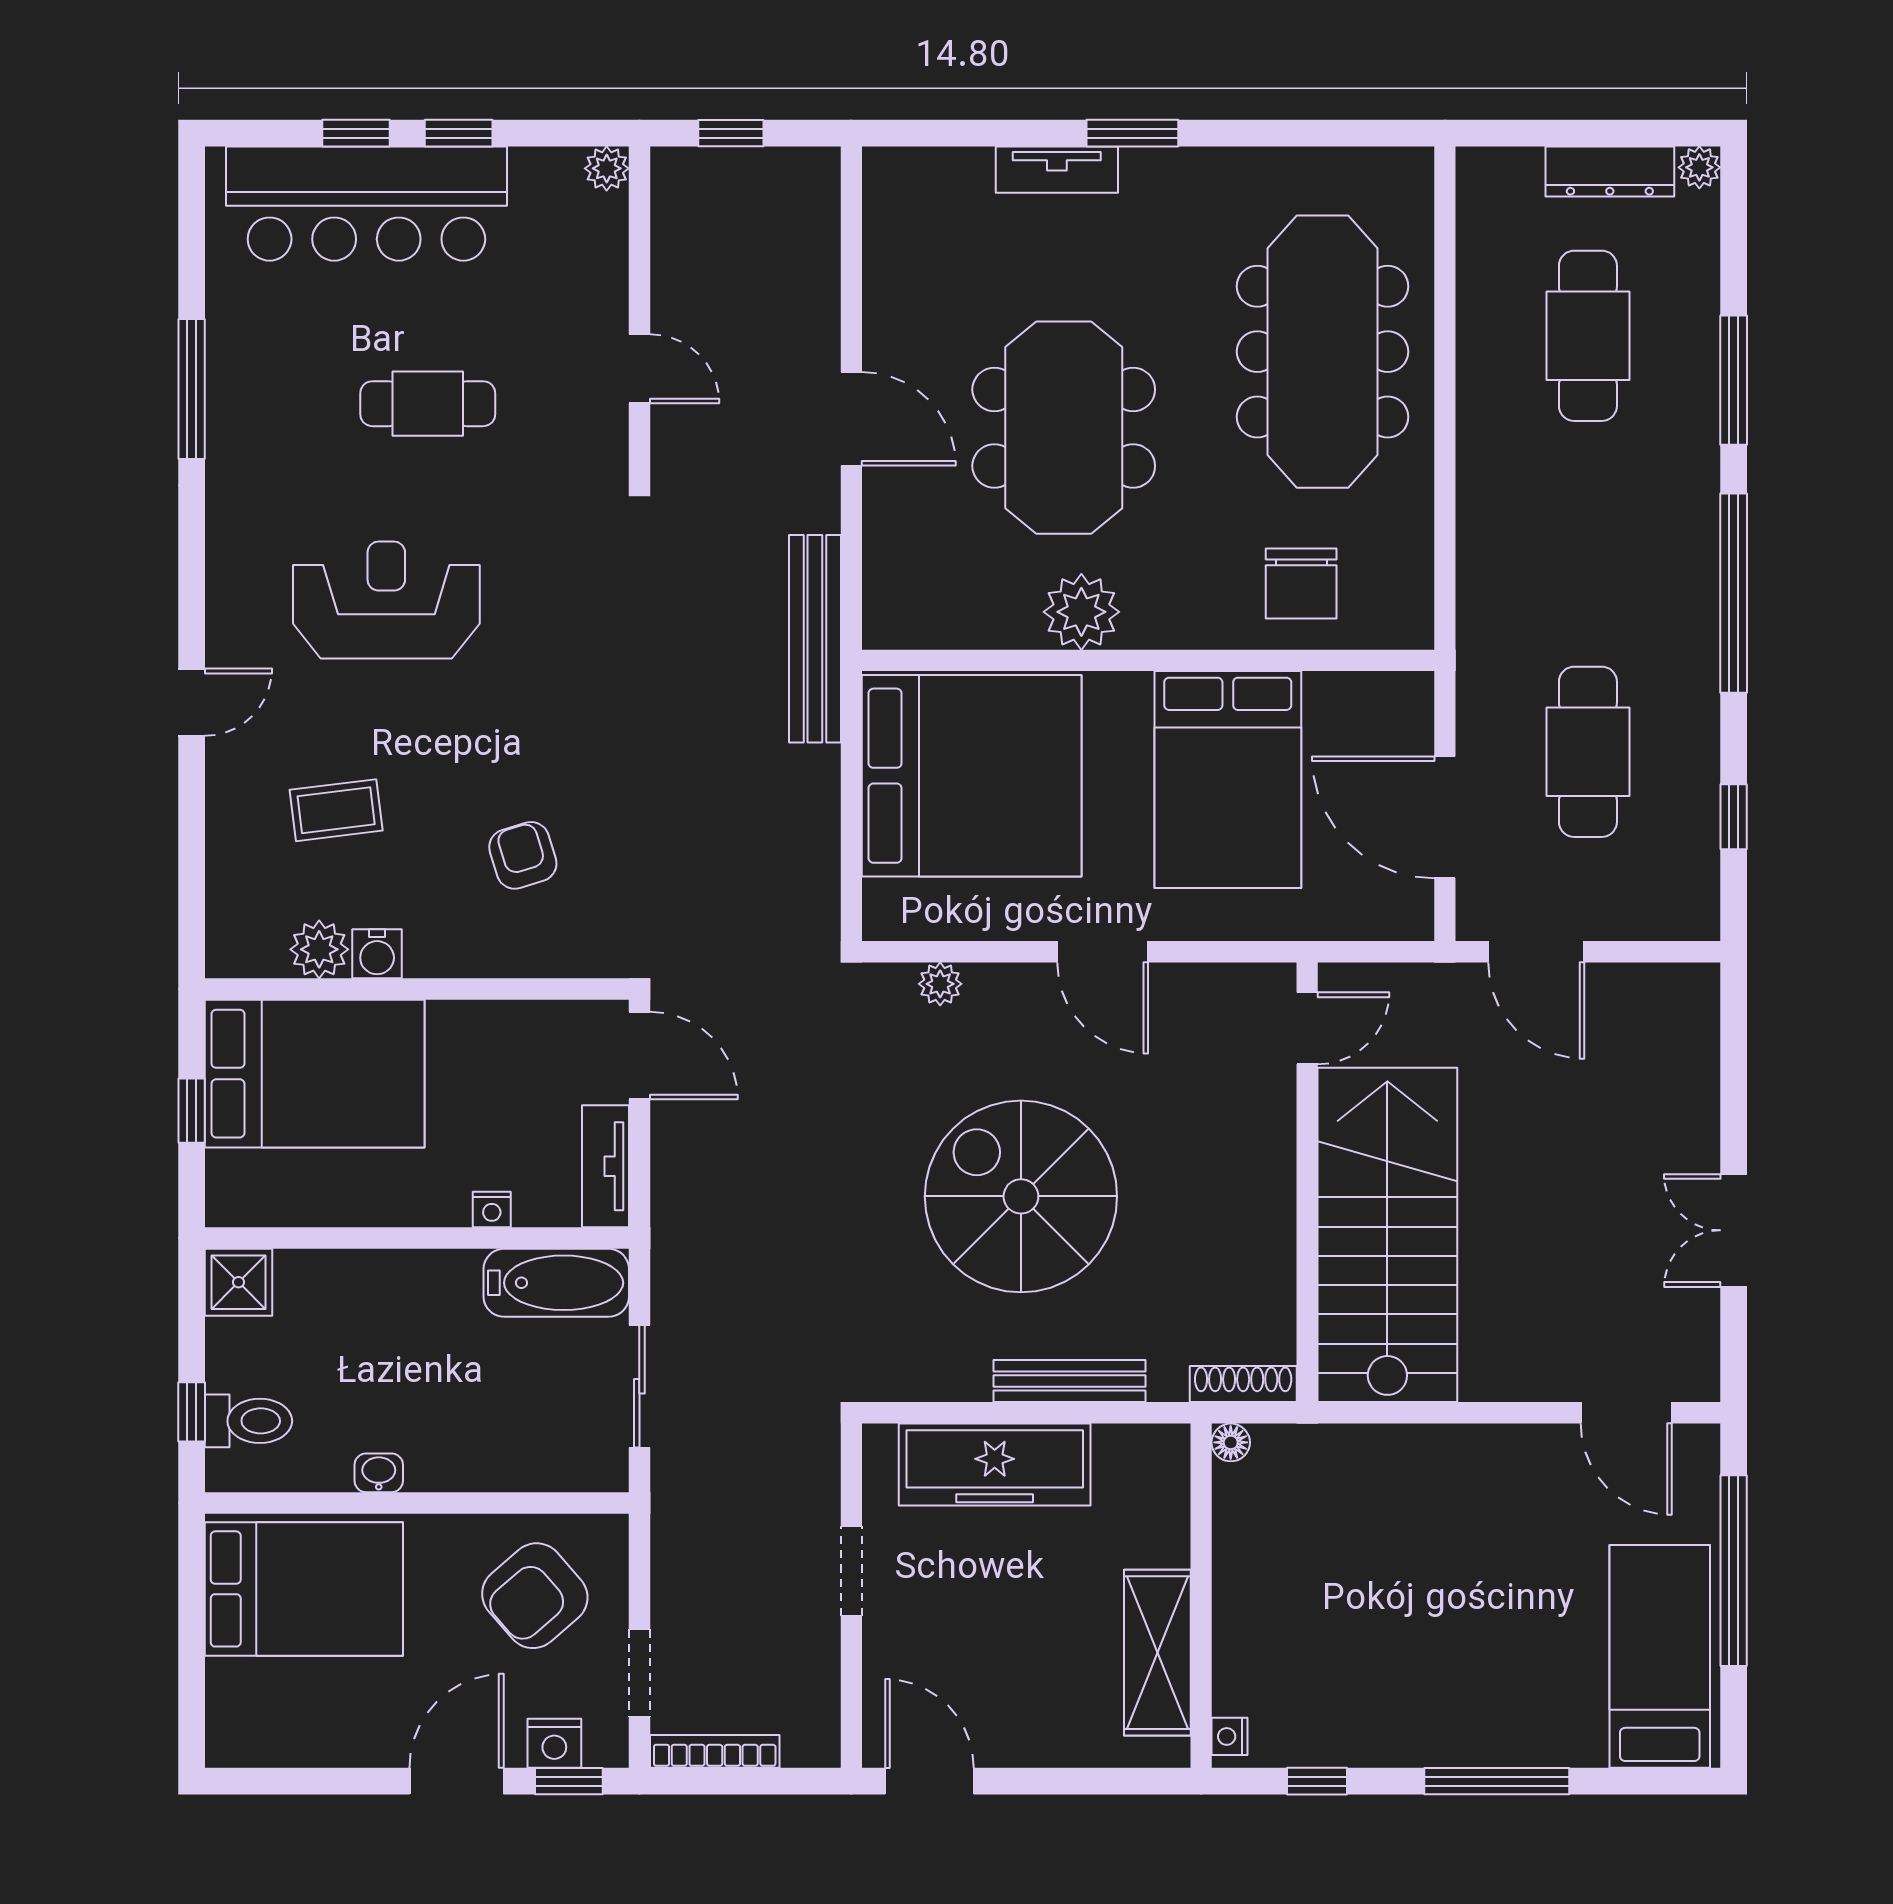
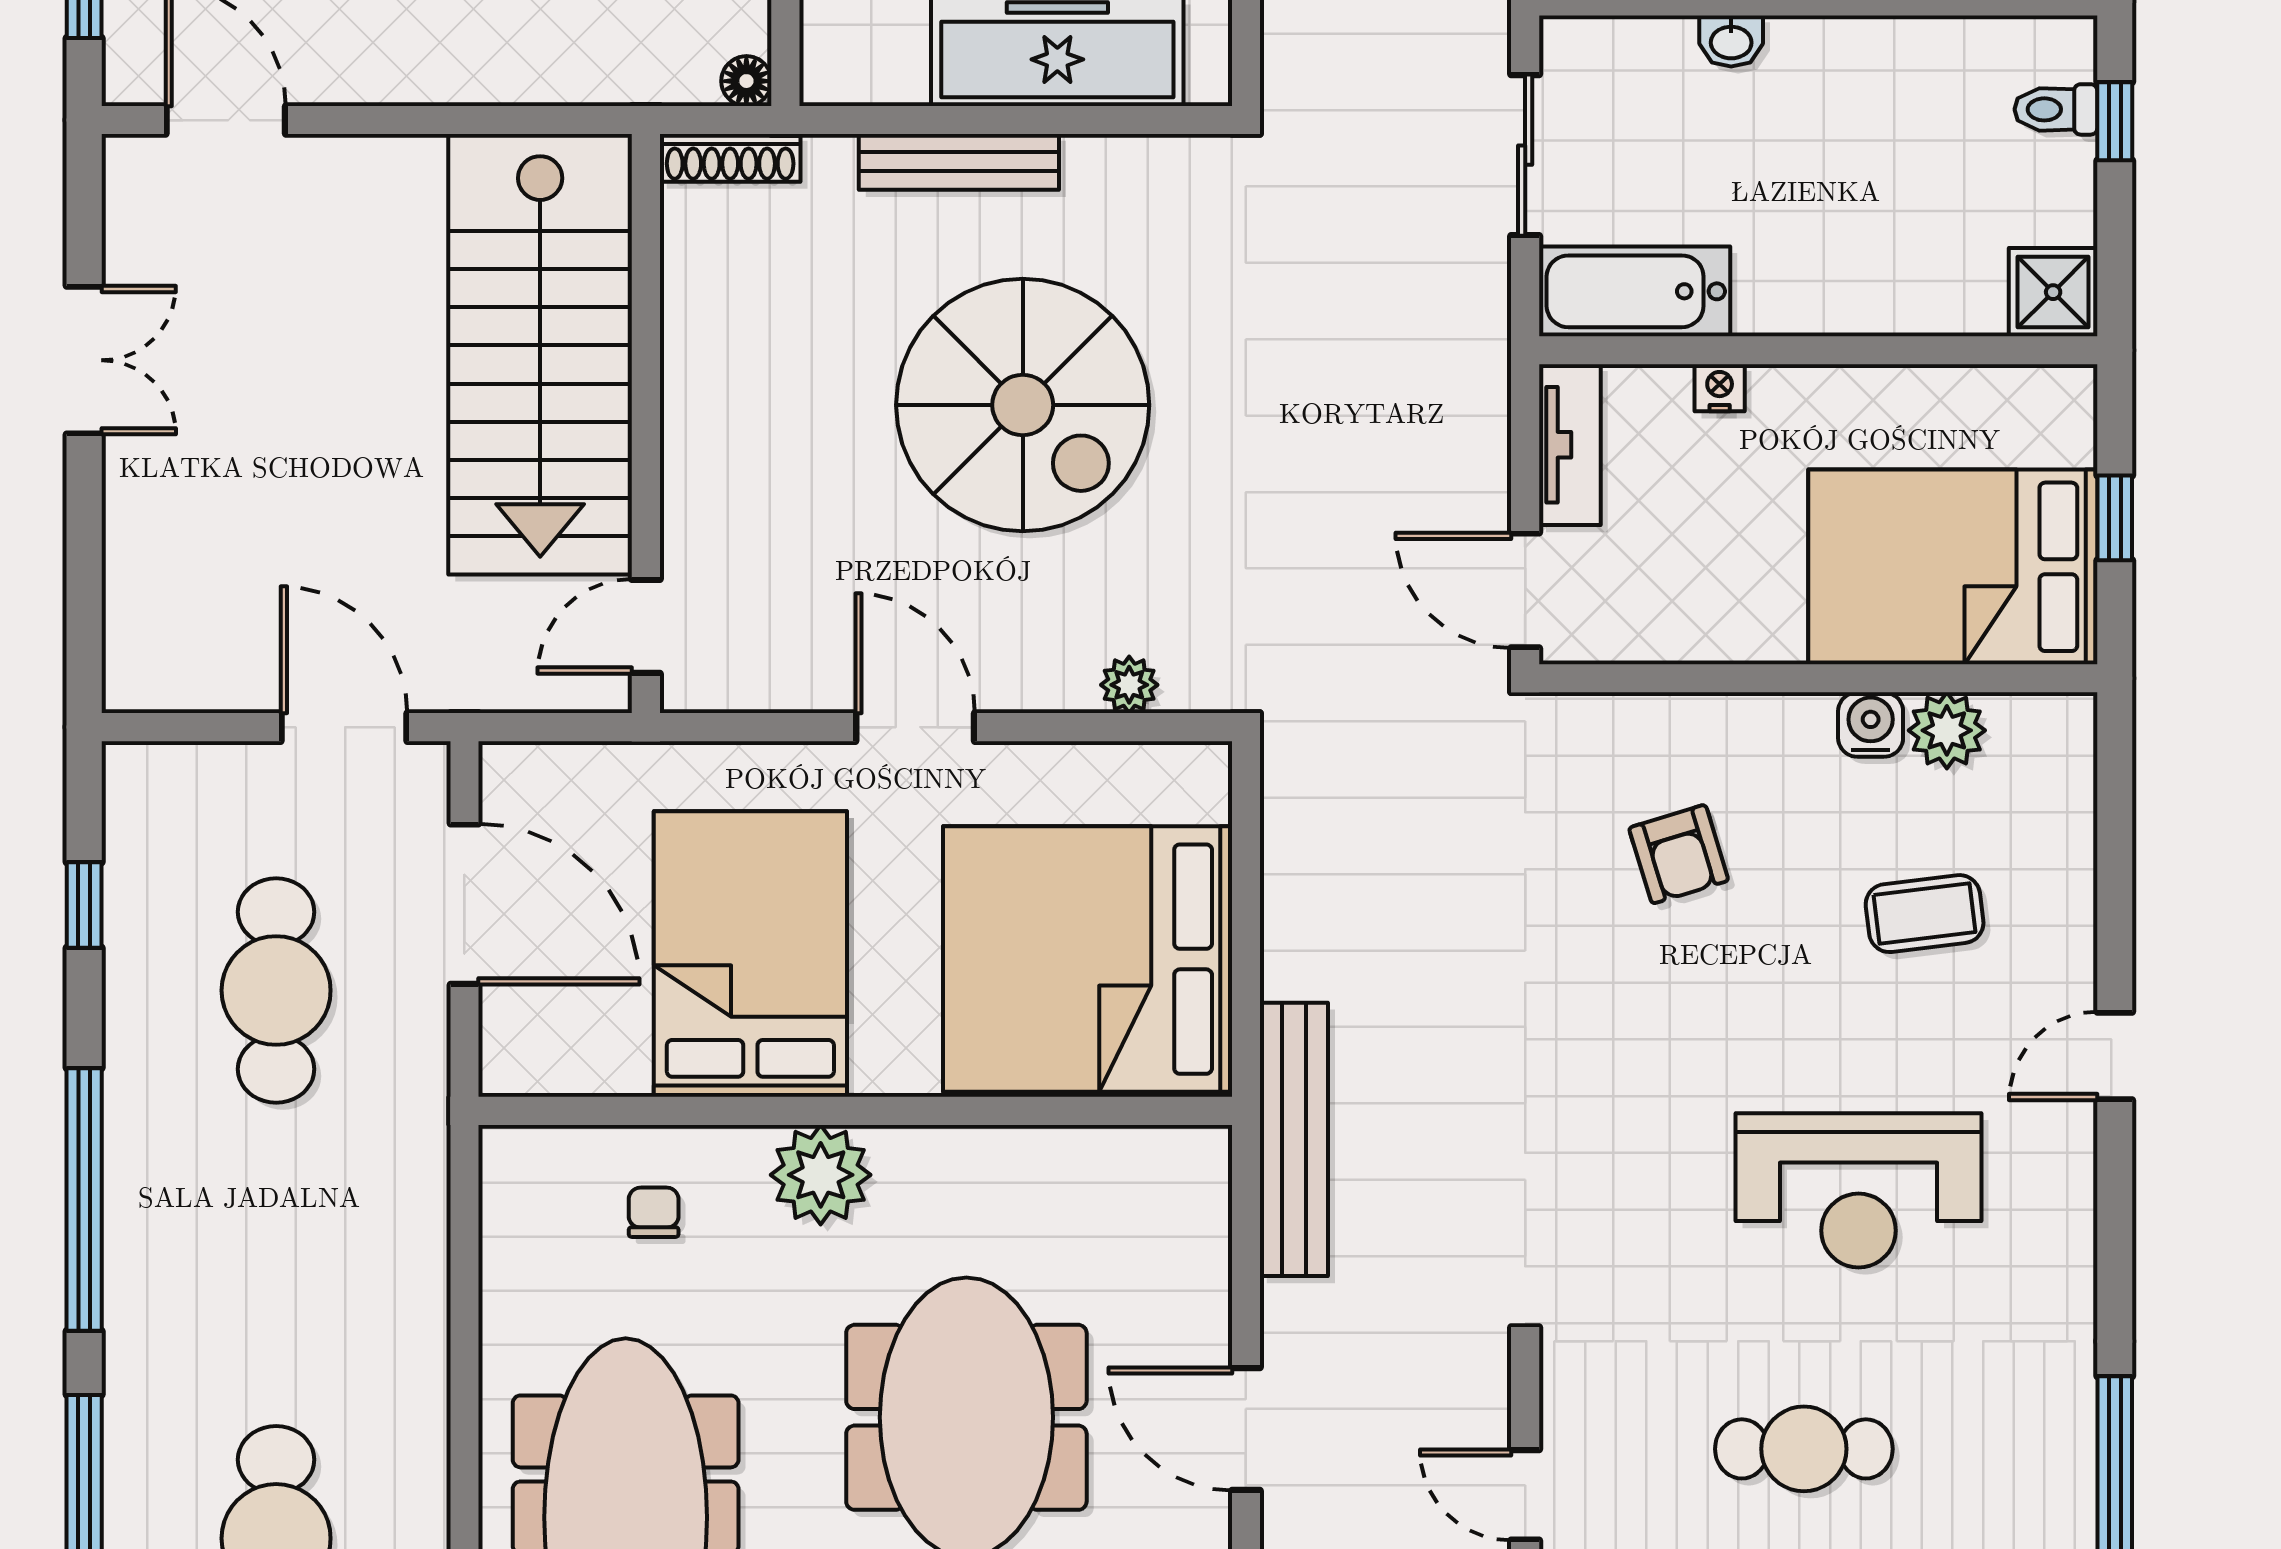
chair: (1301, 583) -> (654, 1212), width x0.54, depth x0.54
plant: (1081, 612) -> (821, 1175), moved
toilet: (248, 1421) -> (2056, 109), width x0.73, depth x0.72
washbasin: (379, 1473) -> (1731, 41), moved

